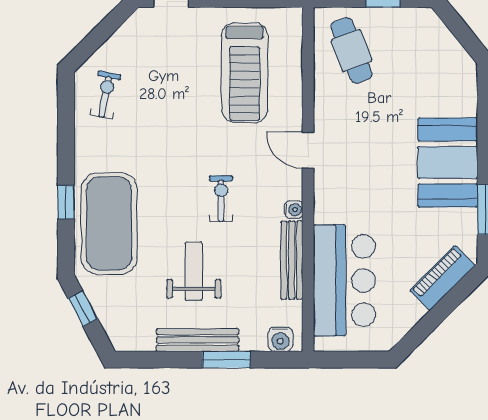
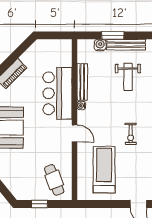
exercise bike: (221, 199) -> (131, 134), moved
bar counter: (344, 280) -> (58, 93), moved
water cooler: (280, 339) -> (100, 45), moved

